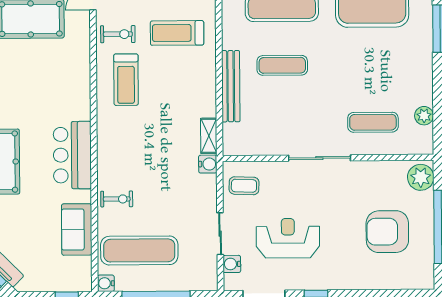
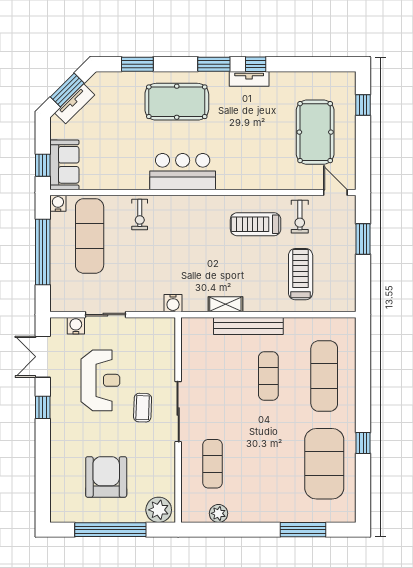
shelving: (209, 136) -> (225, 304), moved
coffee table: (244, 186) -> (143, 408), moved
sofa: (77, 229) -> (64, 165), moved, turned 90

